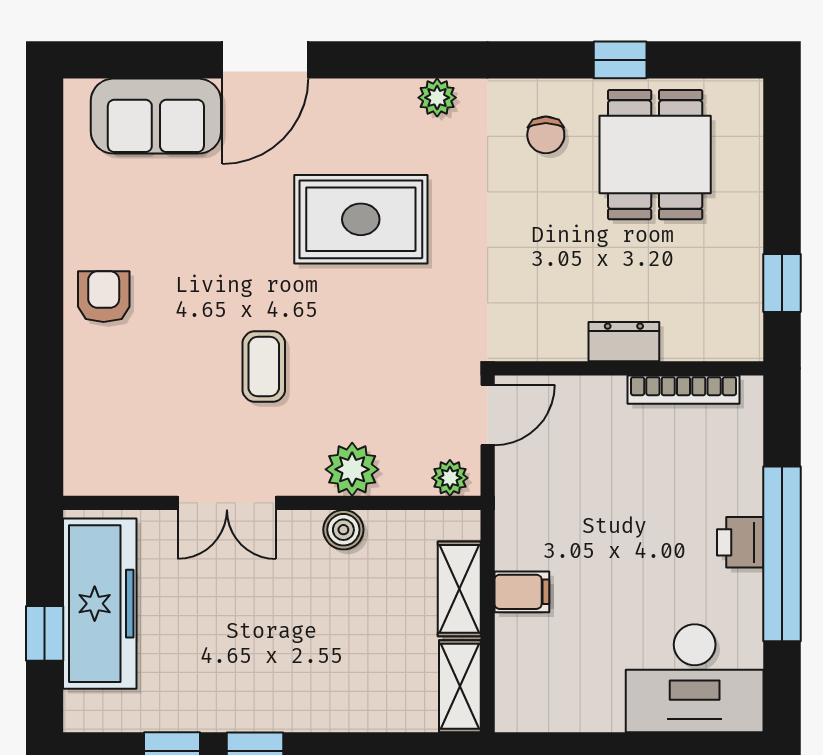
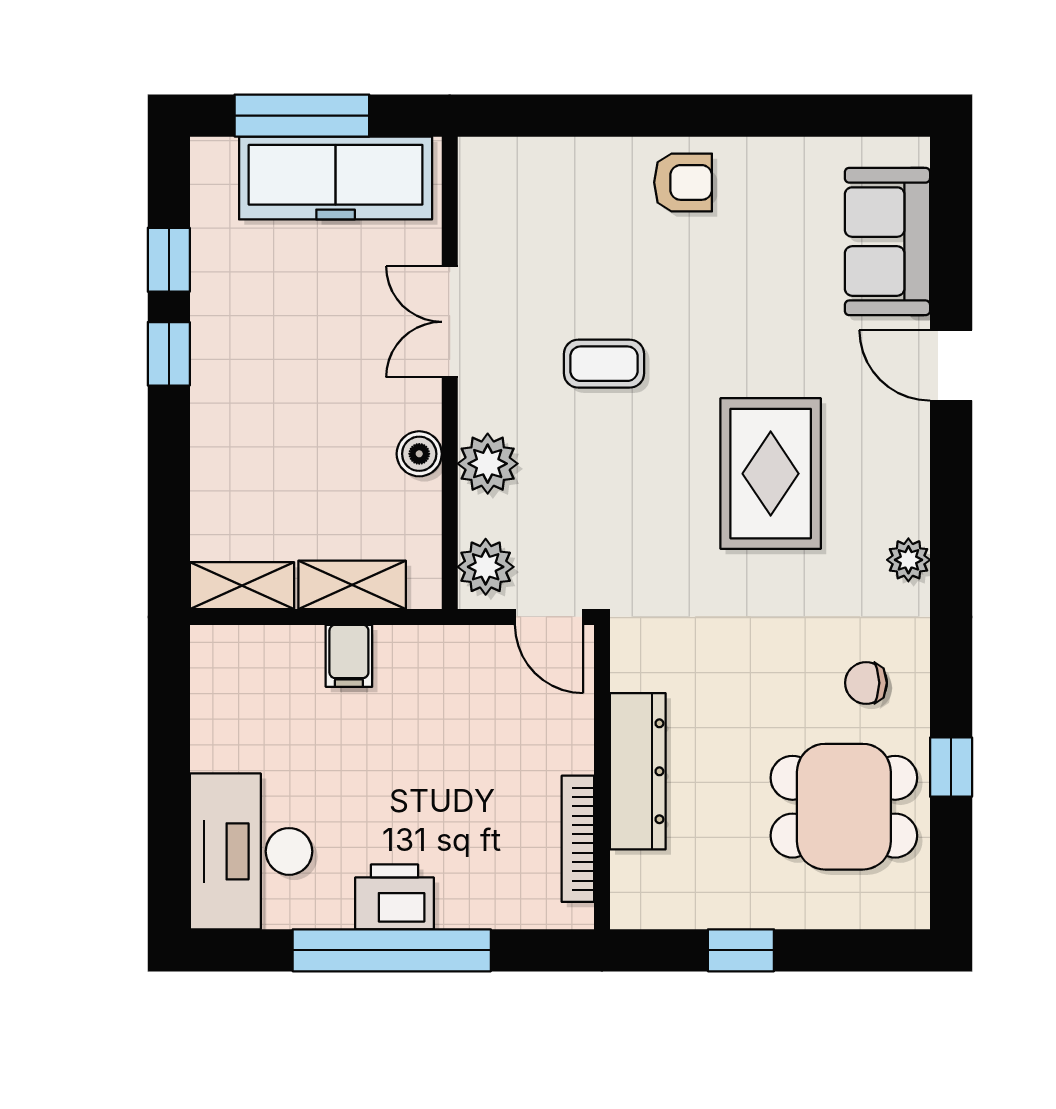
door: (265, 60) -> (951, 365), width x0.73
window: (782, 283) -> (741, 950), moved
dresser: (624, 342) -> (638, 771), width x1.96, depth x1.24
plant: (450, 478) -> (486, 567), width x1.38, depth x1.38
printer: (740, 542) -> (395, 897), width x1.36, depth x1.24
window: (45, 633) -> (302, 116), width x2.17

